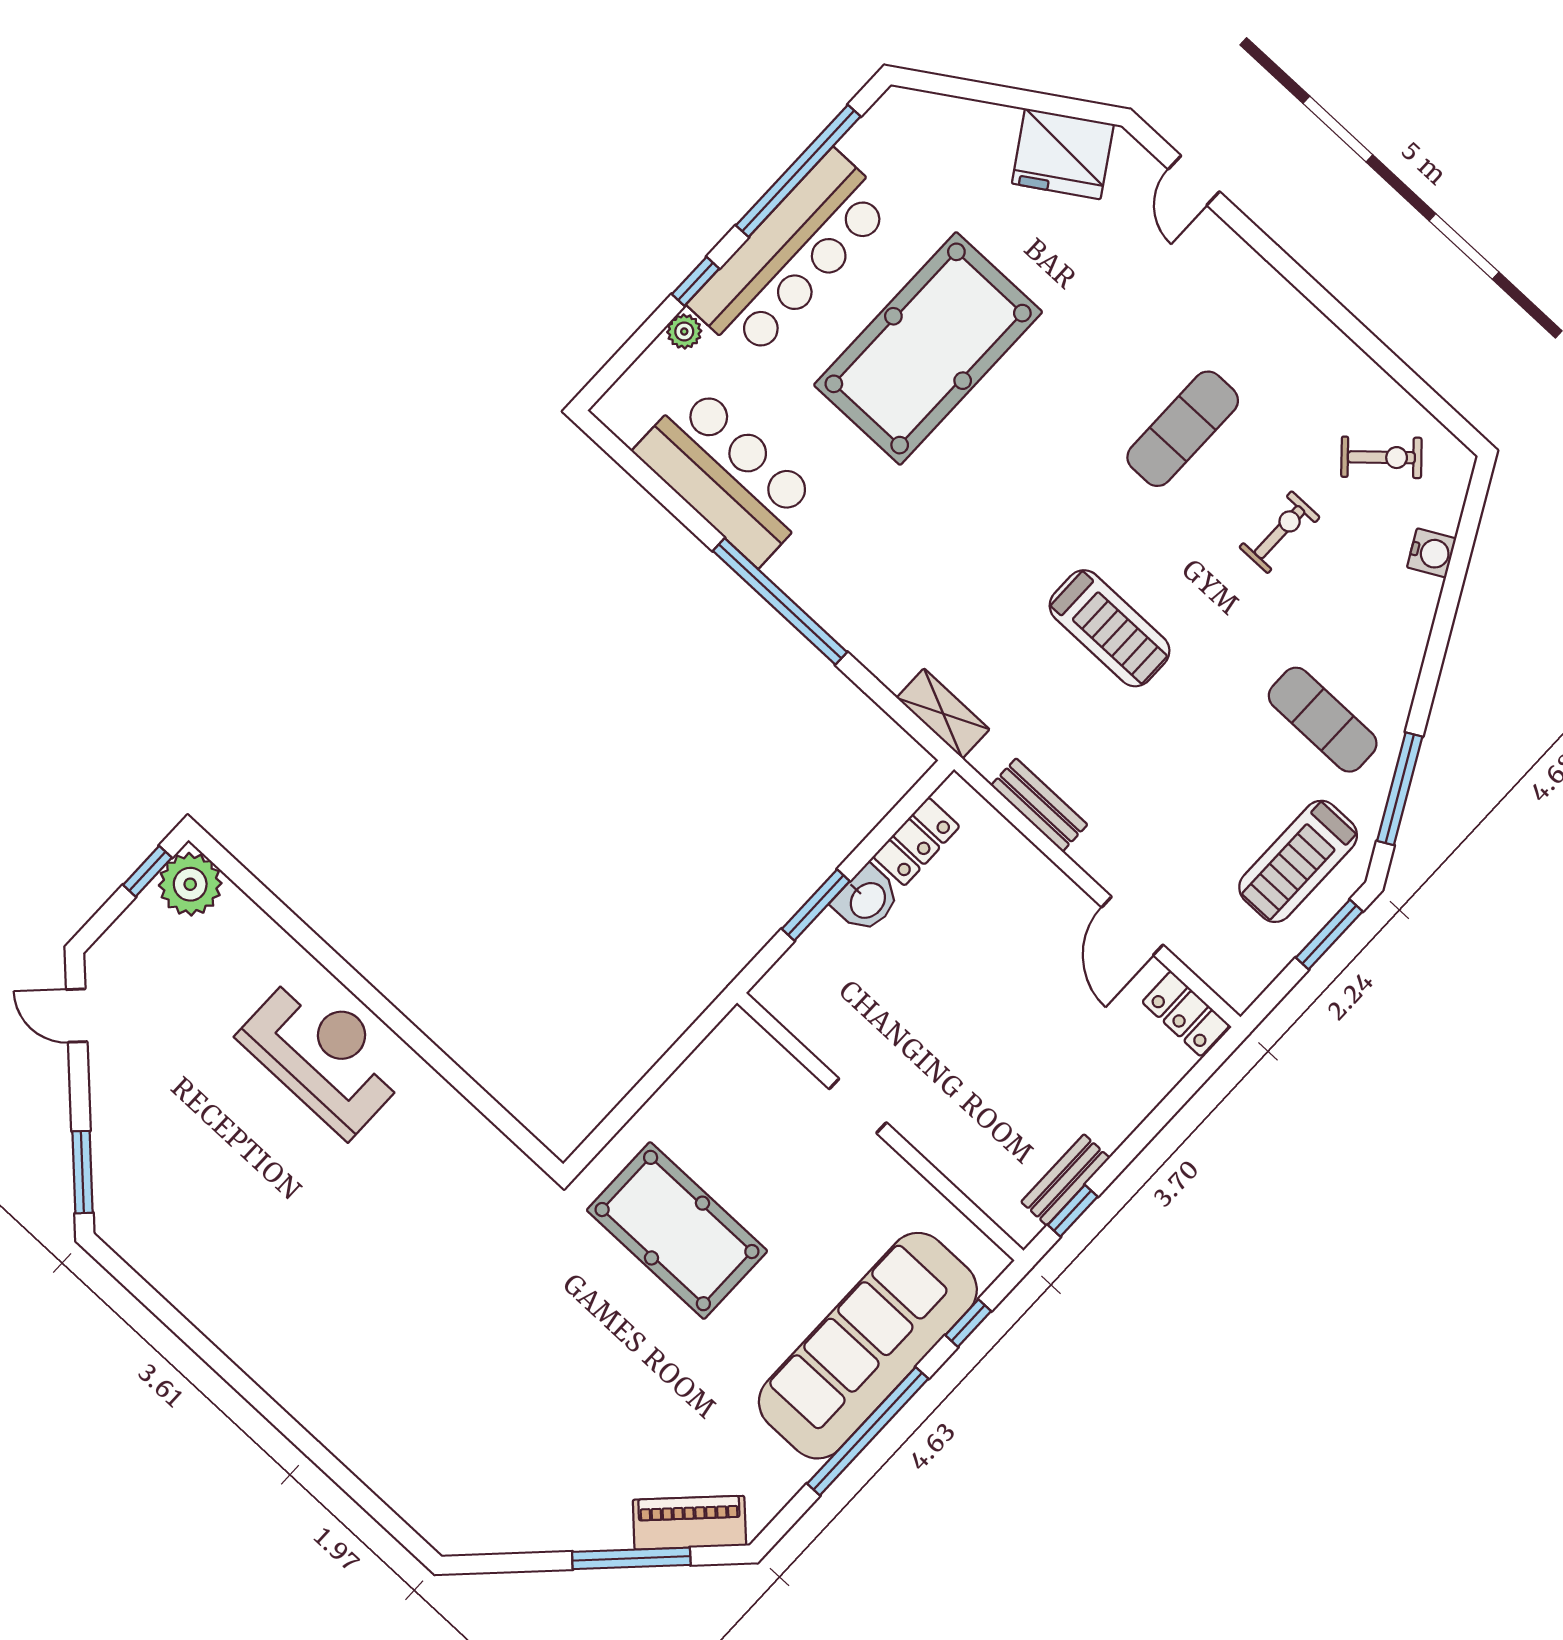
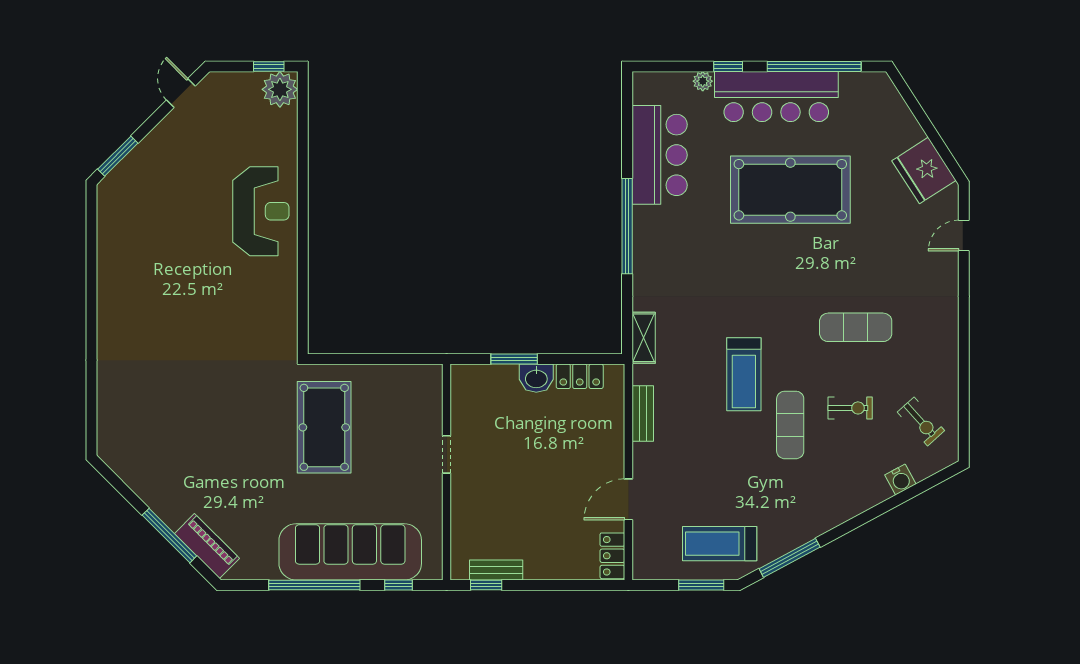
exercise mat: (1323, 720) -> (790, 425), moved

